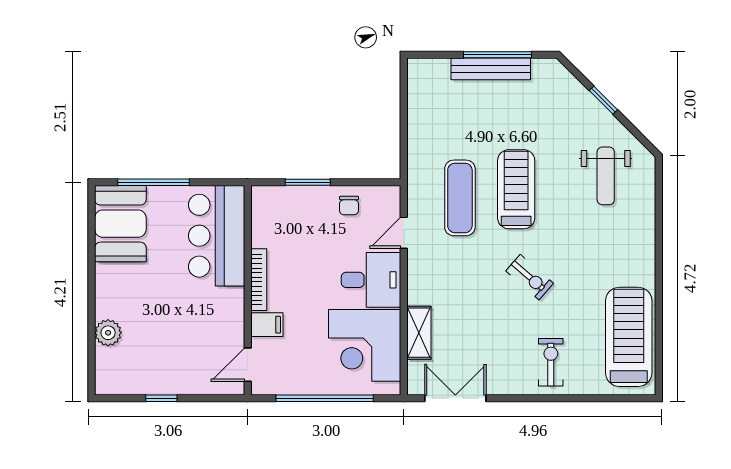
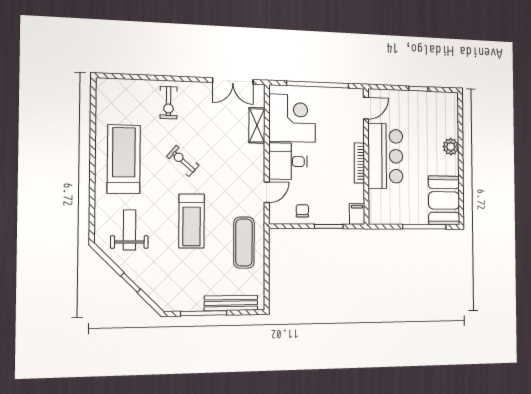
bench: (491, 69) -> (231, 303), moved
exercise mat: (460, 198) -> (244, 243), moved
bar counter: (217, 236) -> (385, 156), moved
filing cabinet: (267, 325) -> (357, 214), moved, turned 90
plant: (108, 333) -> (451, 147), moved
treadmill: (629, 337) -> (124, 159), moved, turned 180

